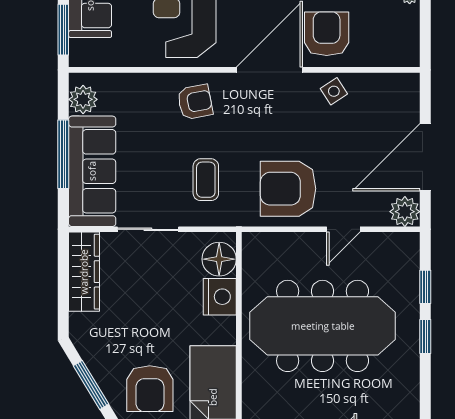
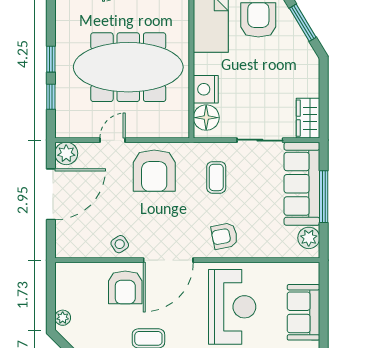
window: (63, 30) -> (324, 290), removed
armchair: (288, 189) -> (154, 171), turned 90
wardrobe: (84, 272) -> (308, 118), width x0.67

